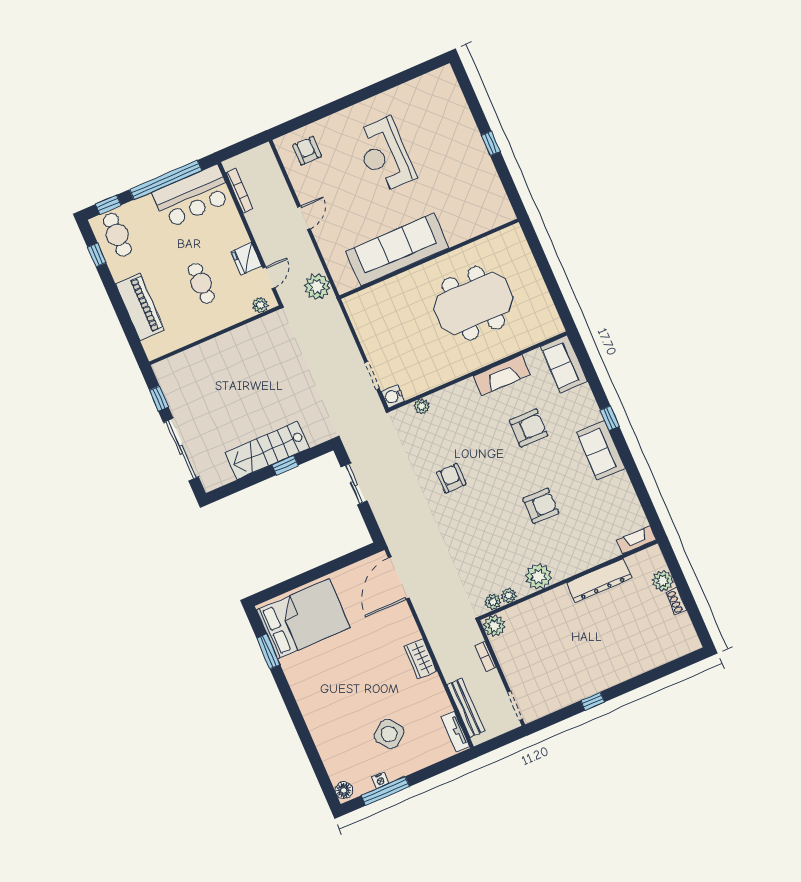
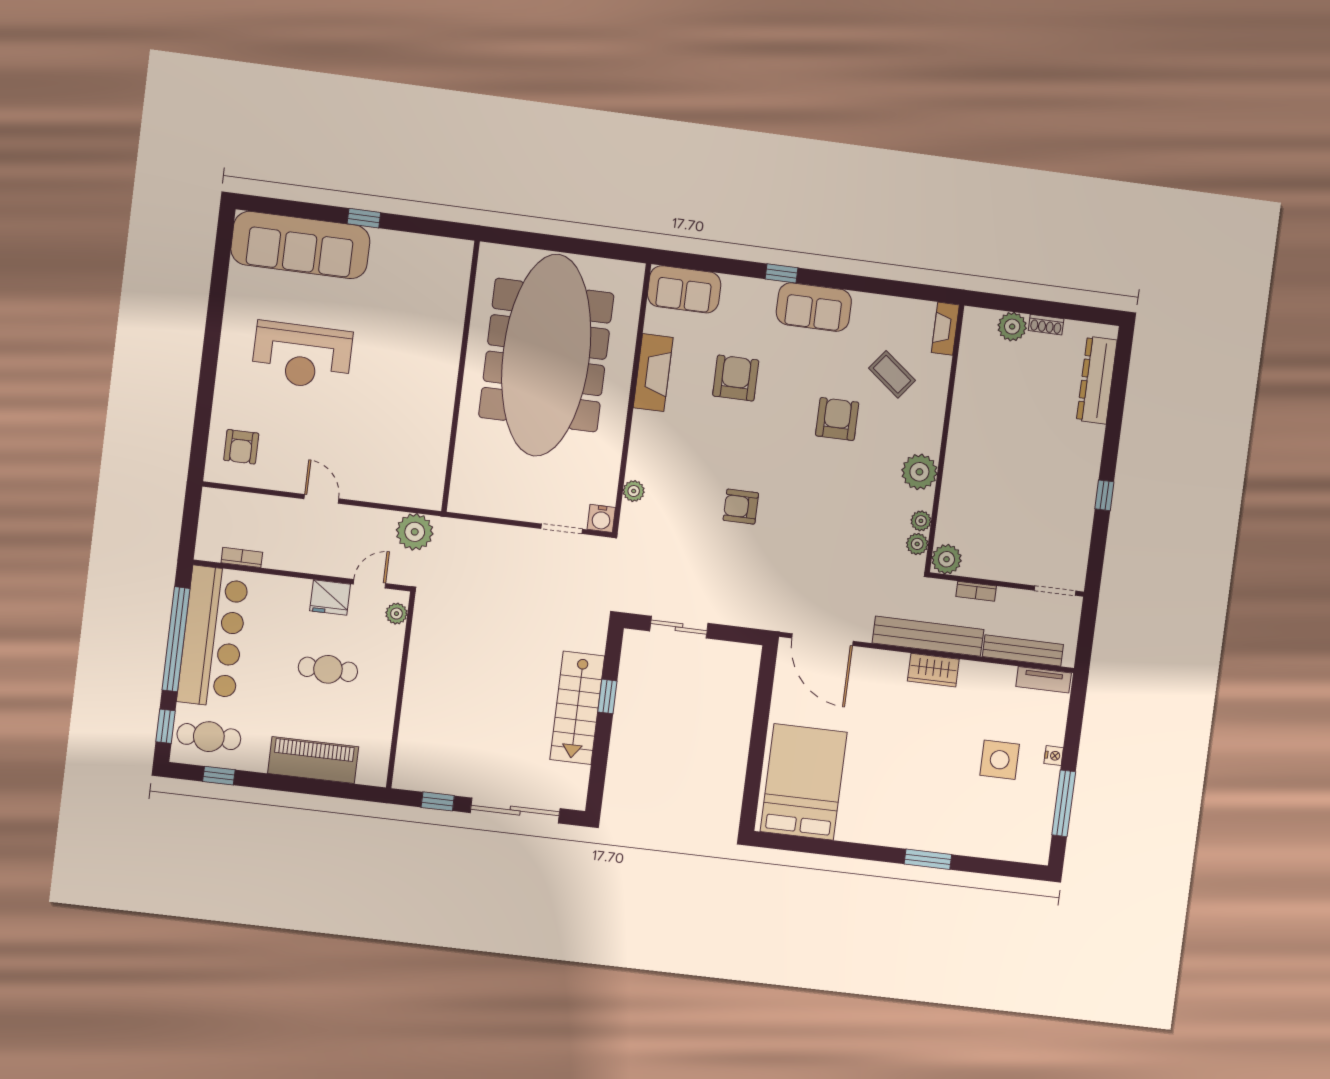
armchair: (307, 151) -> (241, 447), turned -90
bookcase: (239, 191) -> (242, 557), width x0.64
bar counter: (192, 196) -> (213, 637), width x1.36
sofa: (397, 250) -> (300, 245), moved, turned -90
door: (269, 278) -> (369, 584), hinge flipped
meeting table: (473, 303) -> (546, 355), width x1.86, depth x1.27
coffee table: (589, 524) -> (892, 374), added
dresser: (599, 580) -> (1097, 380), moved, turned 180
bench: (440, 643) -> (928, 636), added
window: (268, 651) -> (928, 859), moved
side table: (389, 734) -> (1000, 760), turned 38
nightstand: (380, 780) -> (1054, 756), moved
floor lamp: (344, 790) -> (1034, 852), removed

